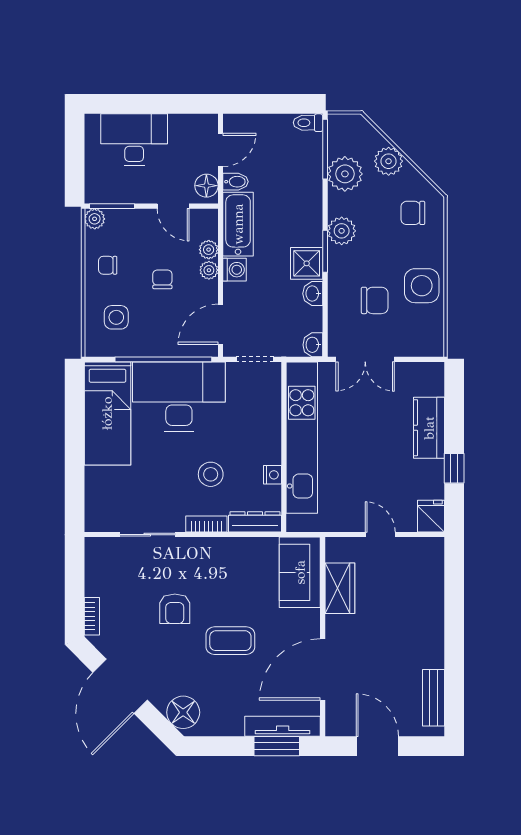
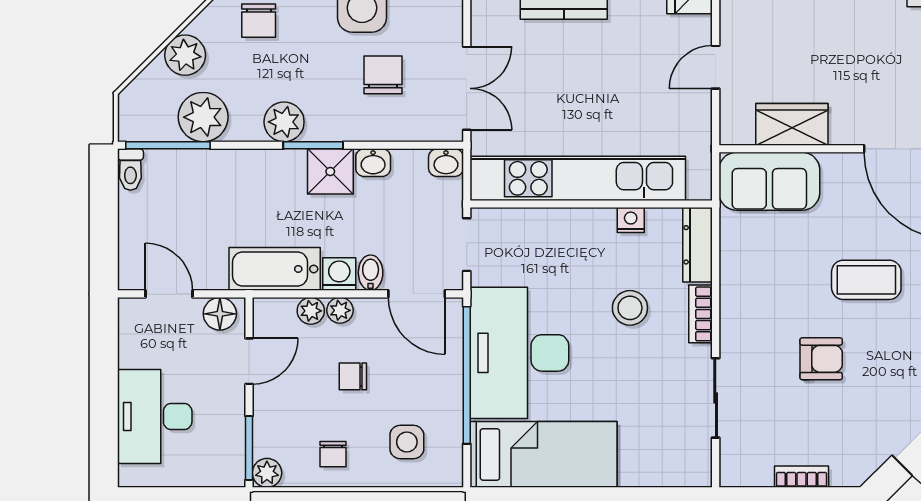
bidet: (235, 182) -> (371, 273), moved
bookcase: (92, 616) -> (801, 477), moved
coffee table: (230, 641) -> (866, 280), turned 90

